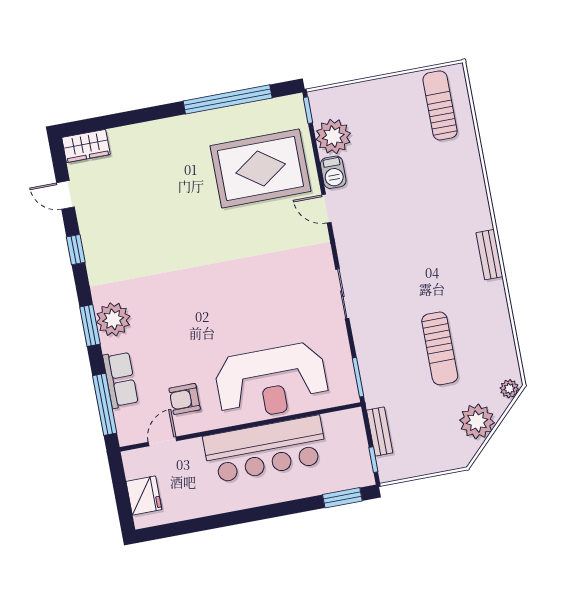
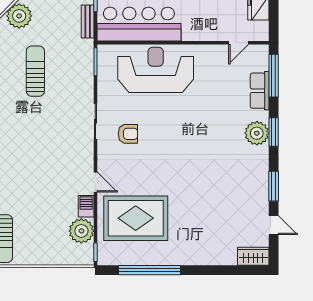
window: (76, 250) -> (274, 186), width x1.50
armchair: (185, 399) -> (128, 134), moved
bar counter: (265, 449) -> (139, 24), moved

